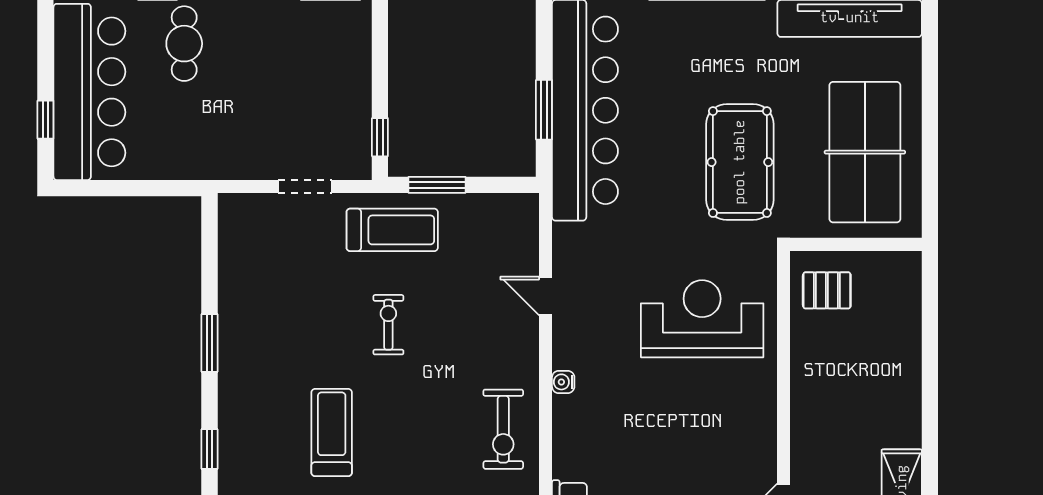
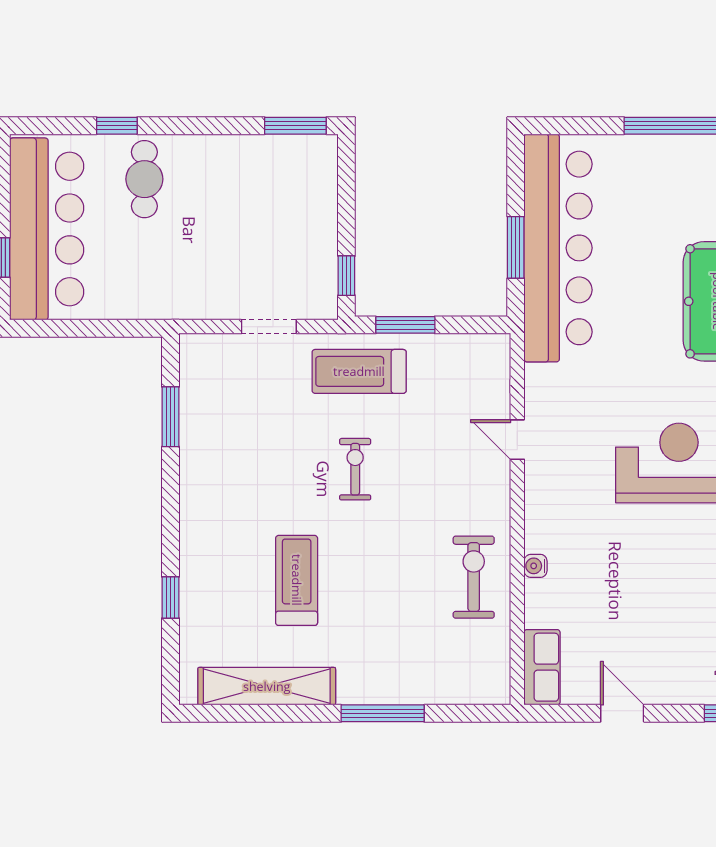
treadmill: (392, 230) -> (359, 371), turned 180
window: (209, 343) -> (171, 417), moved
water cooler: (563, 382) -> (536, 566), moved
exercise bike: (503, 429) -> (474, 577), turned 180

